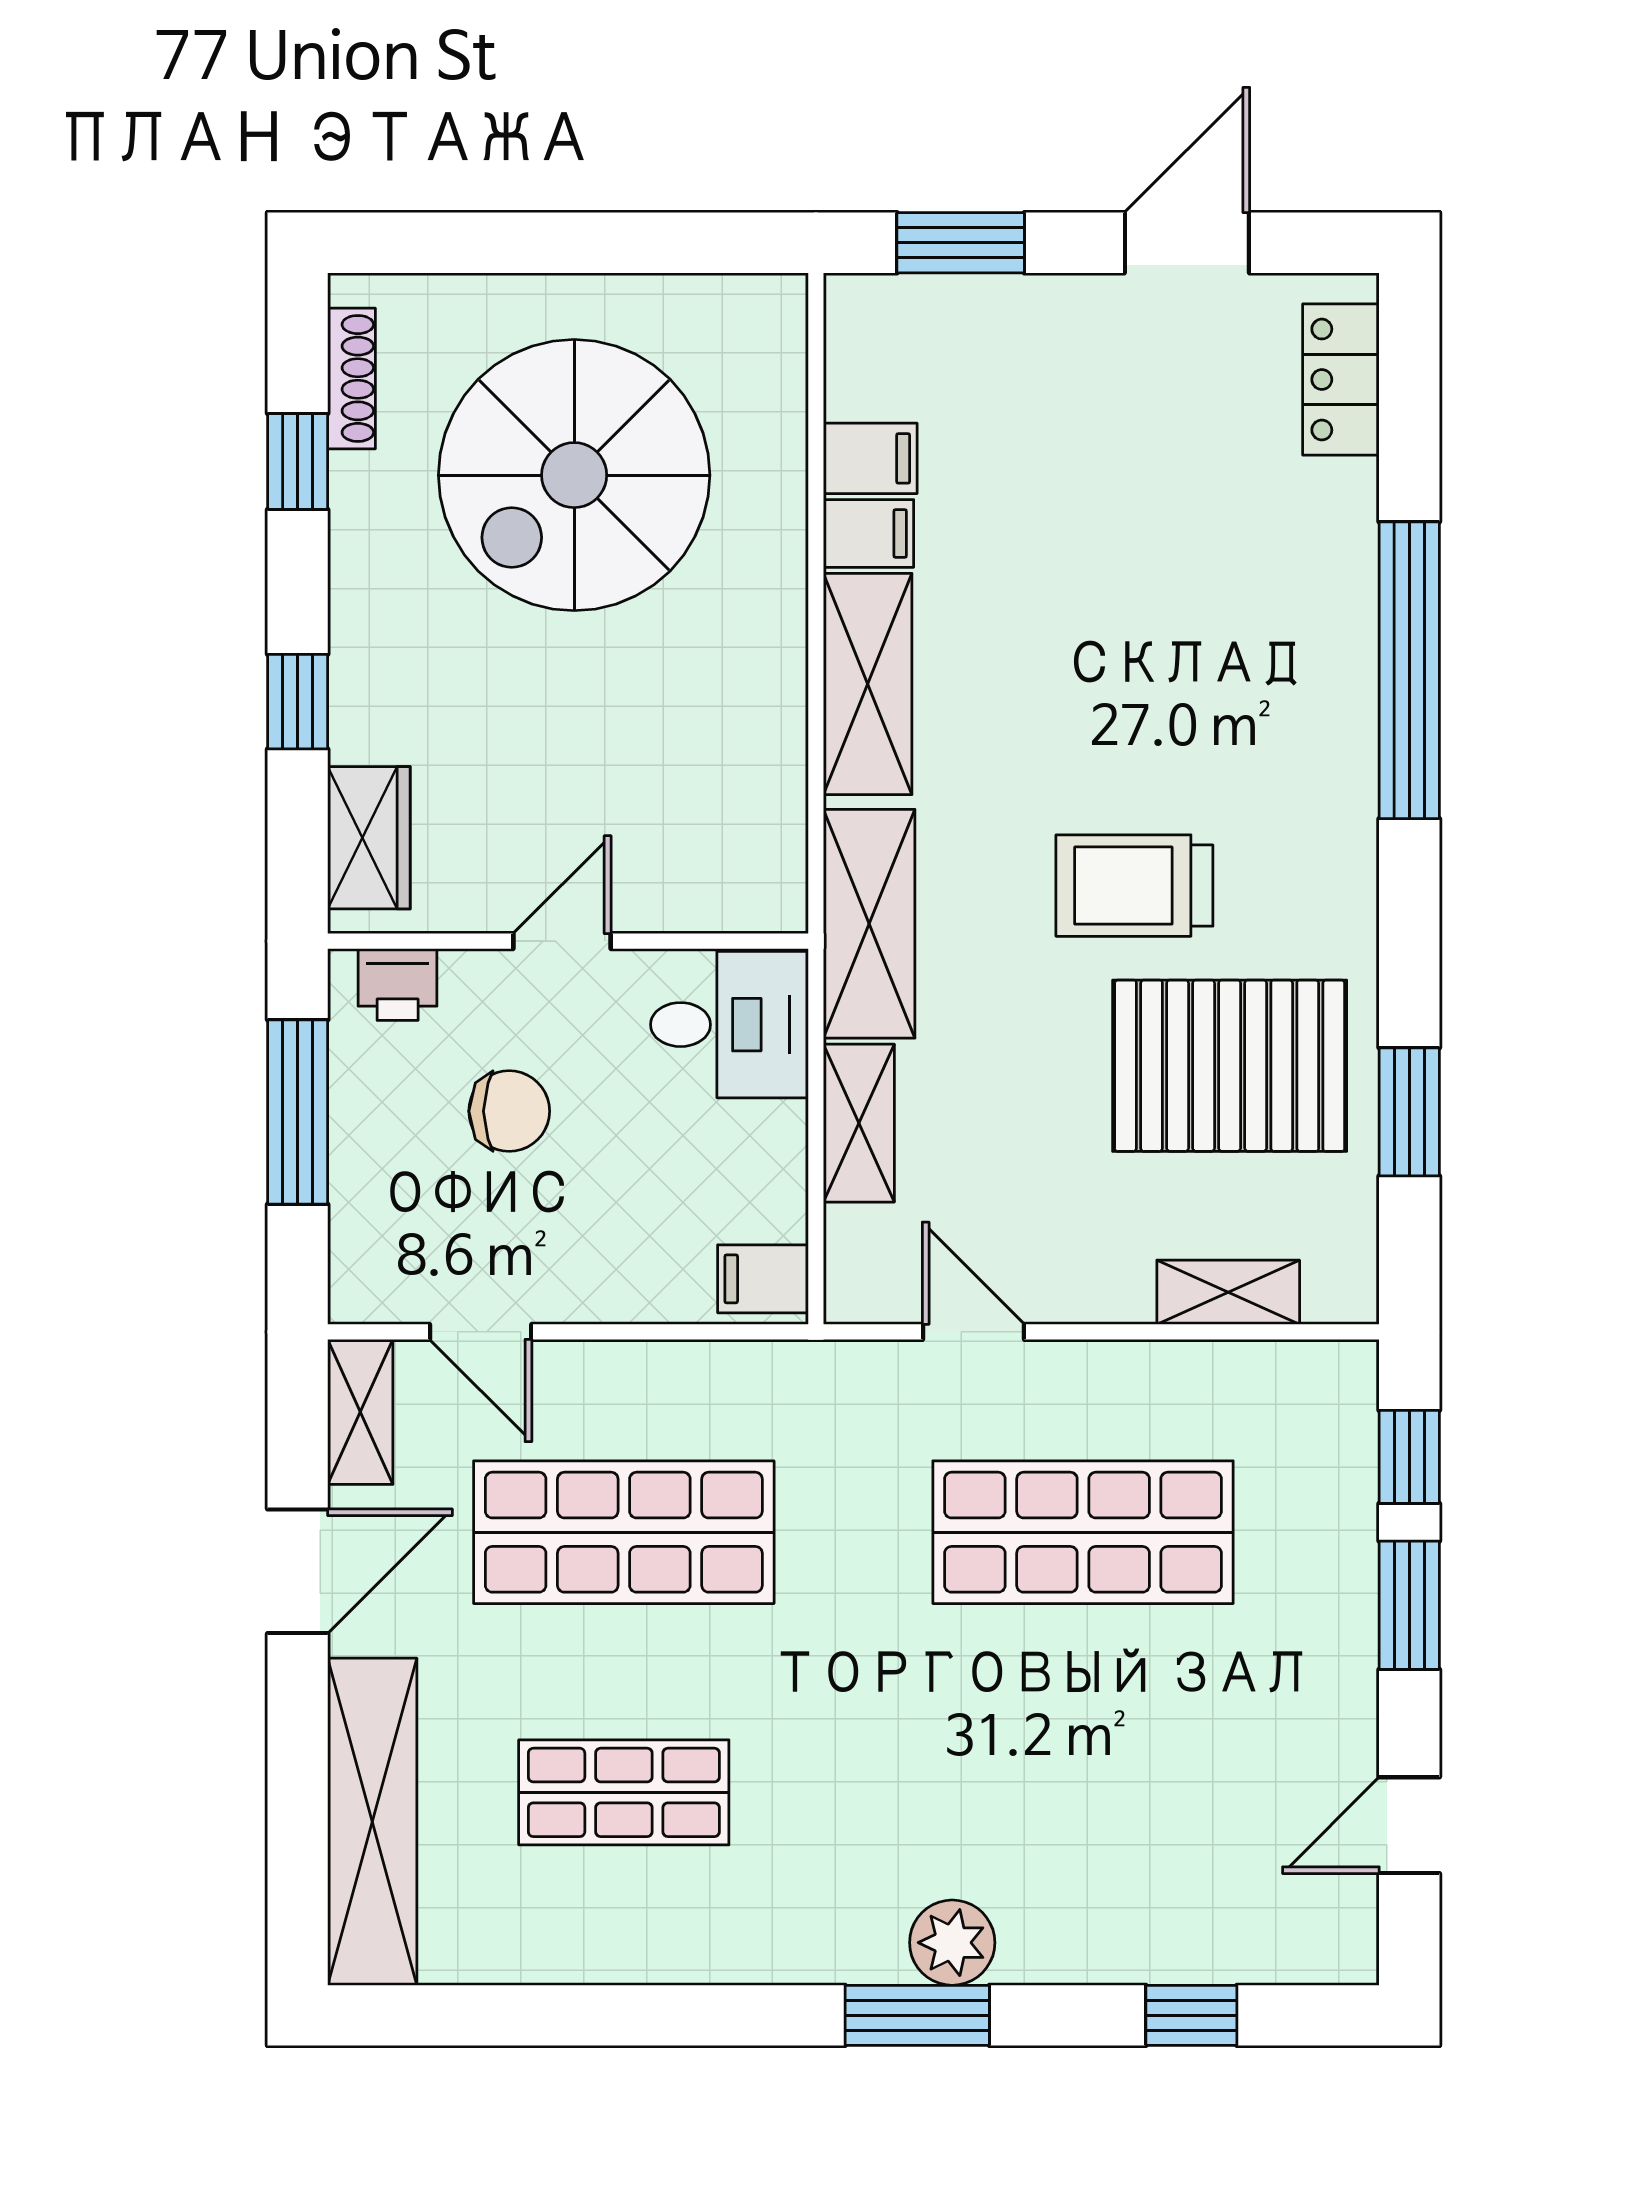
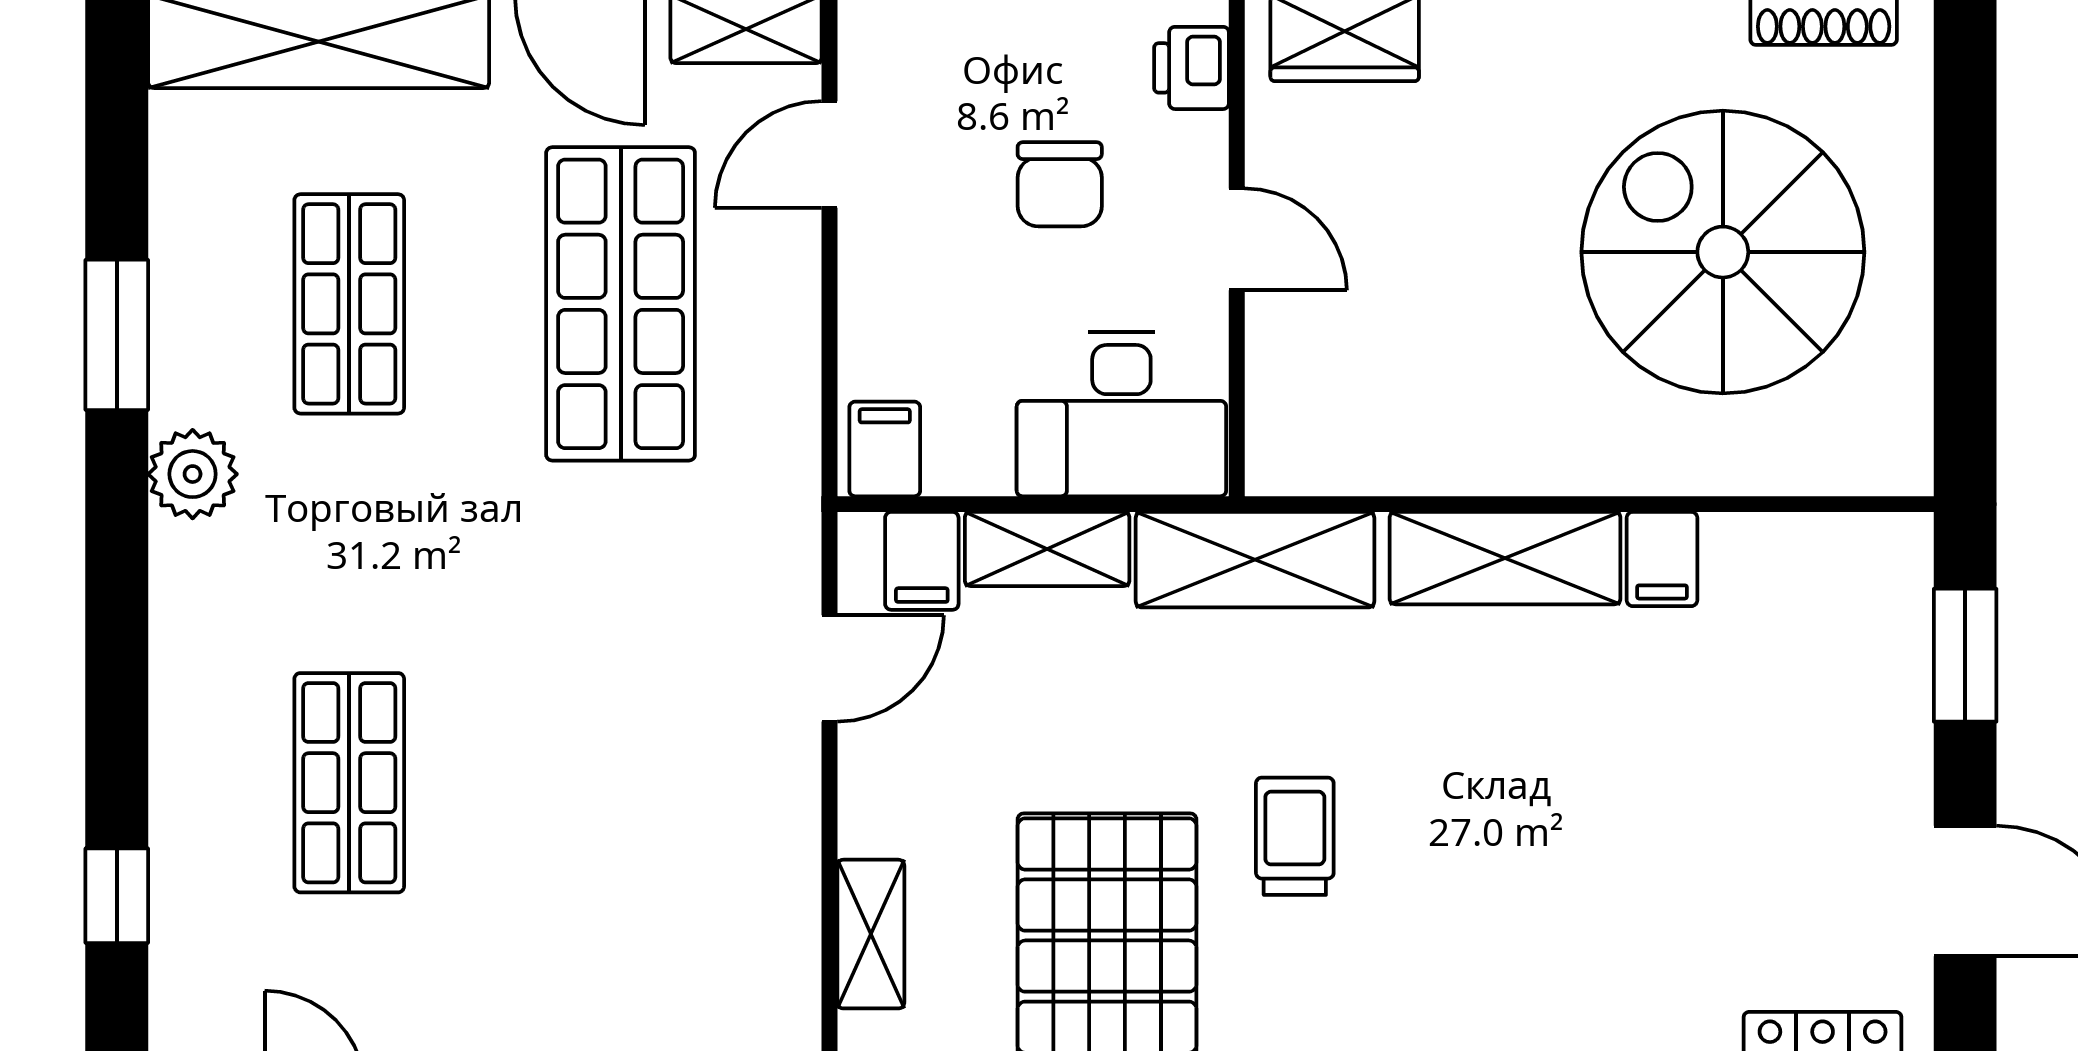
filing cabinet: (870, 458) -> (922, 561), moved
trolley: (1134, 886) -> (1295, 836), width x0.73, depth x0.72
desk: (729, 1025) -> (1121, 414), width x1.37
shop shelf: (1083, 1532) -> (349, 783), moved, width x0.70, depth x0.74
plant: (952, 1943) -> (193, 474), moved
window: (917, 2015) -> (117, 335), moved

